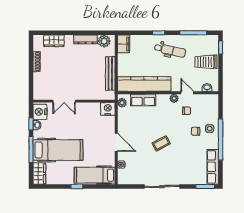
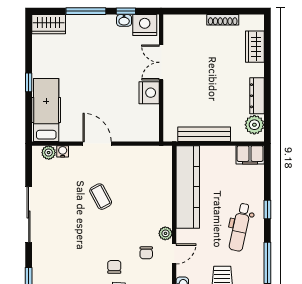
row of seats: (143, 100) -> (163, 185), removed
plant: (122, 103) -> (49, 153), moved
nightstand: (108, 109) -> (149, 93), moved
door: (116, 142) -> (97, 144), swing flipped
coffee table: (161, 143) -> (101, 197), moved
hospital bed: (58, 150) -> (85, 53), removed

